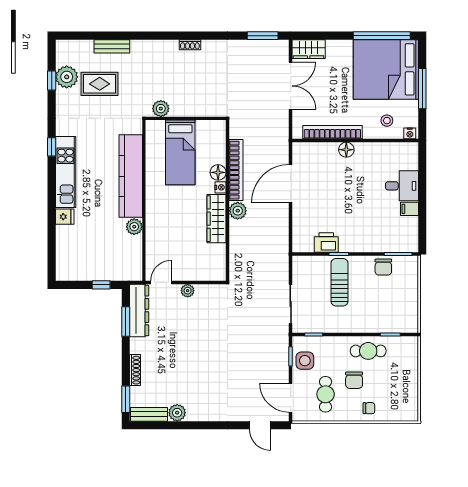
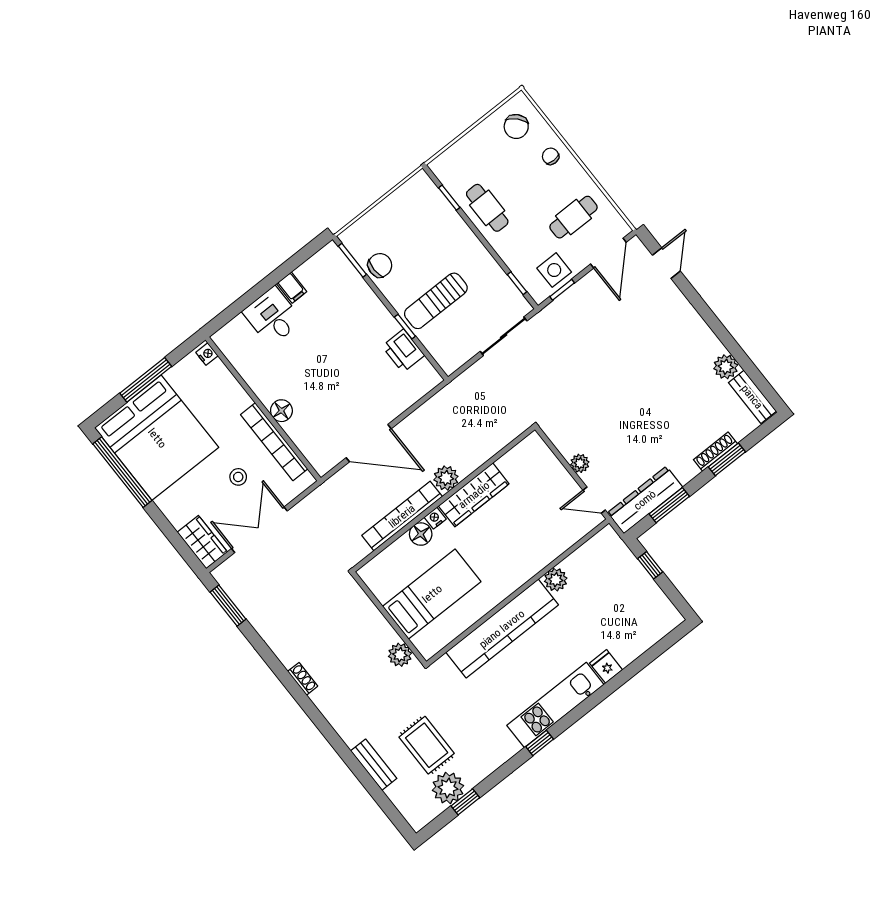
stool: (387, 121) -> (238, 477), moved
chair: (354, 380) -> (516, 127), moved, turned 137
window: (126, 399) -> (727, 459), moved

